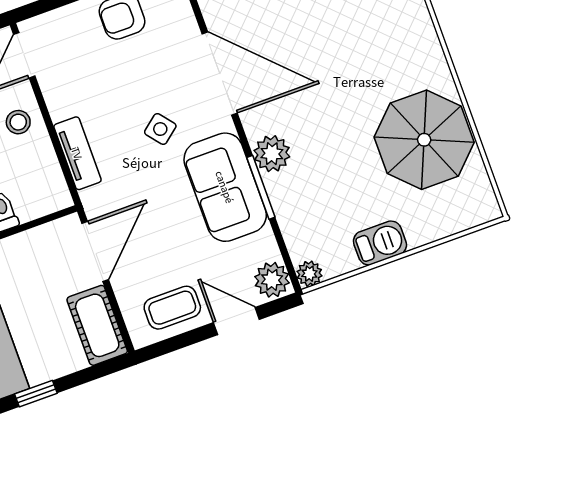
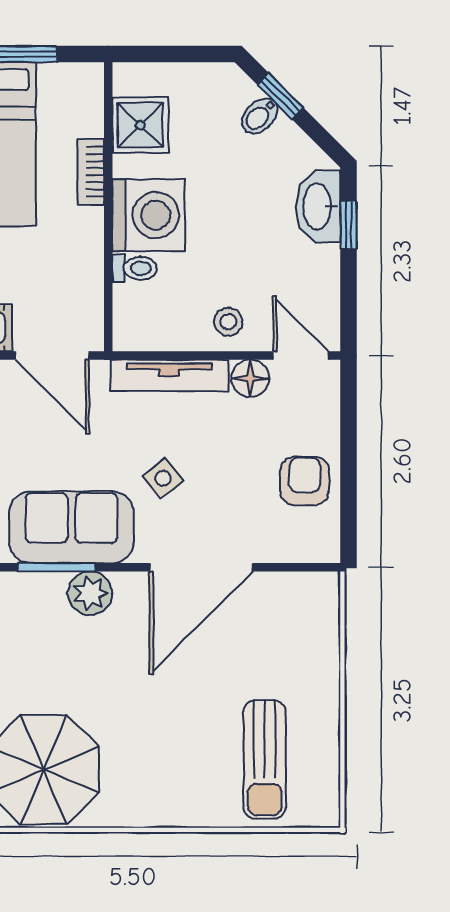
floor lamp: (57, 89) -> (250, 378), added
tv unit: (77, 153) -> (169, 375), width x1.41

